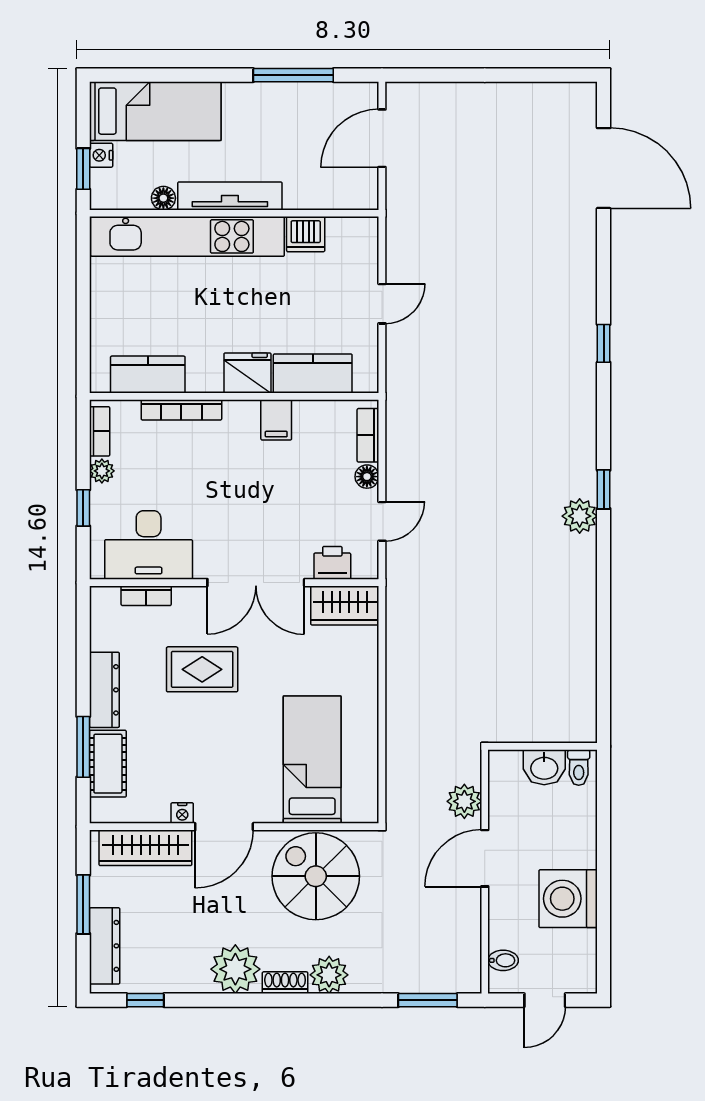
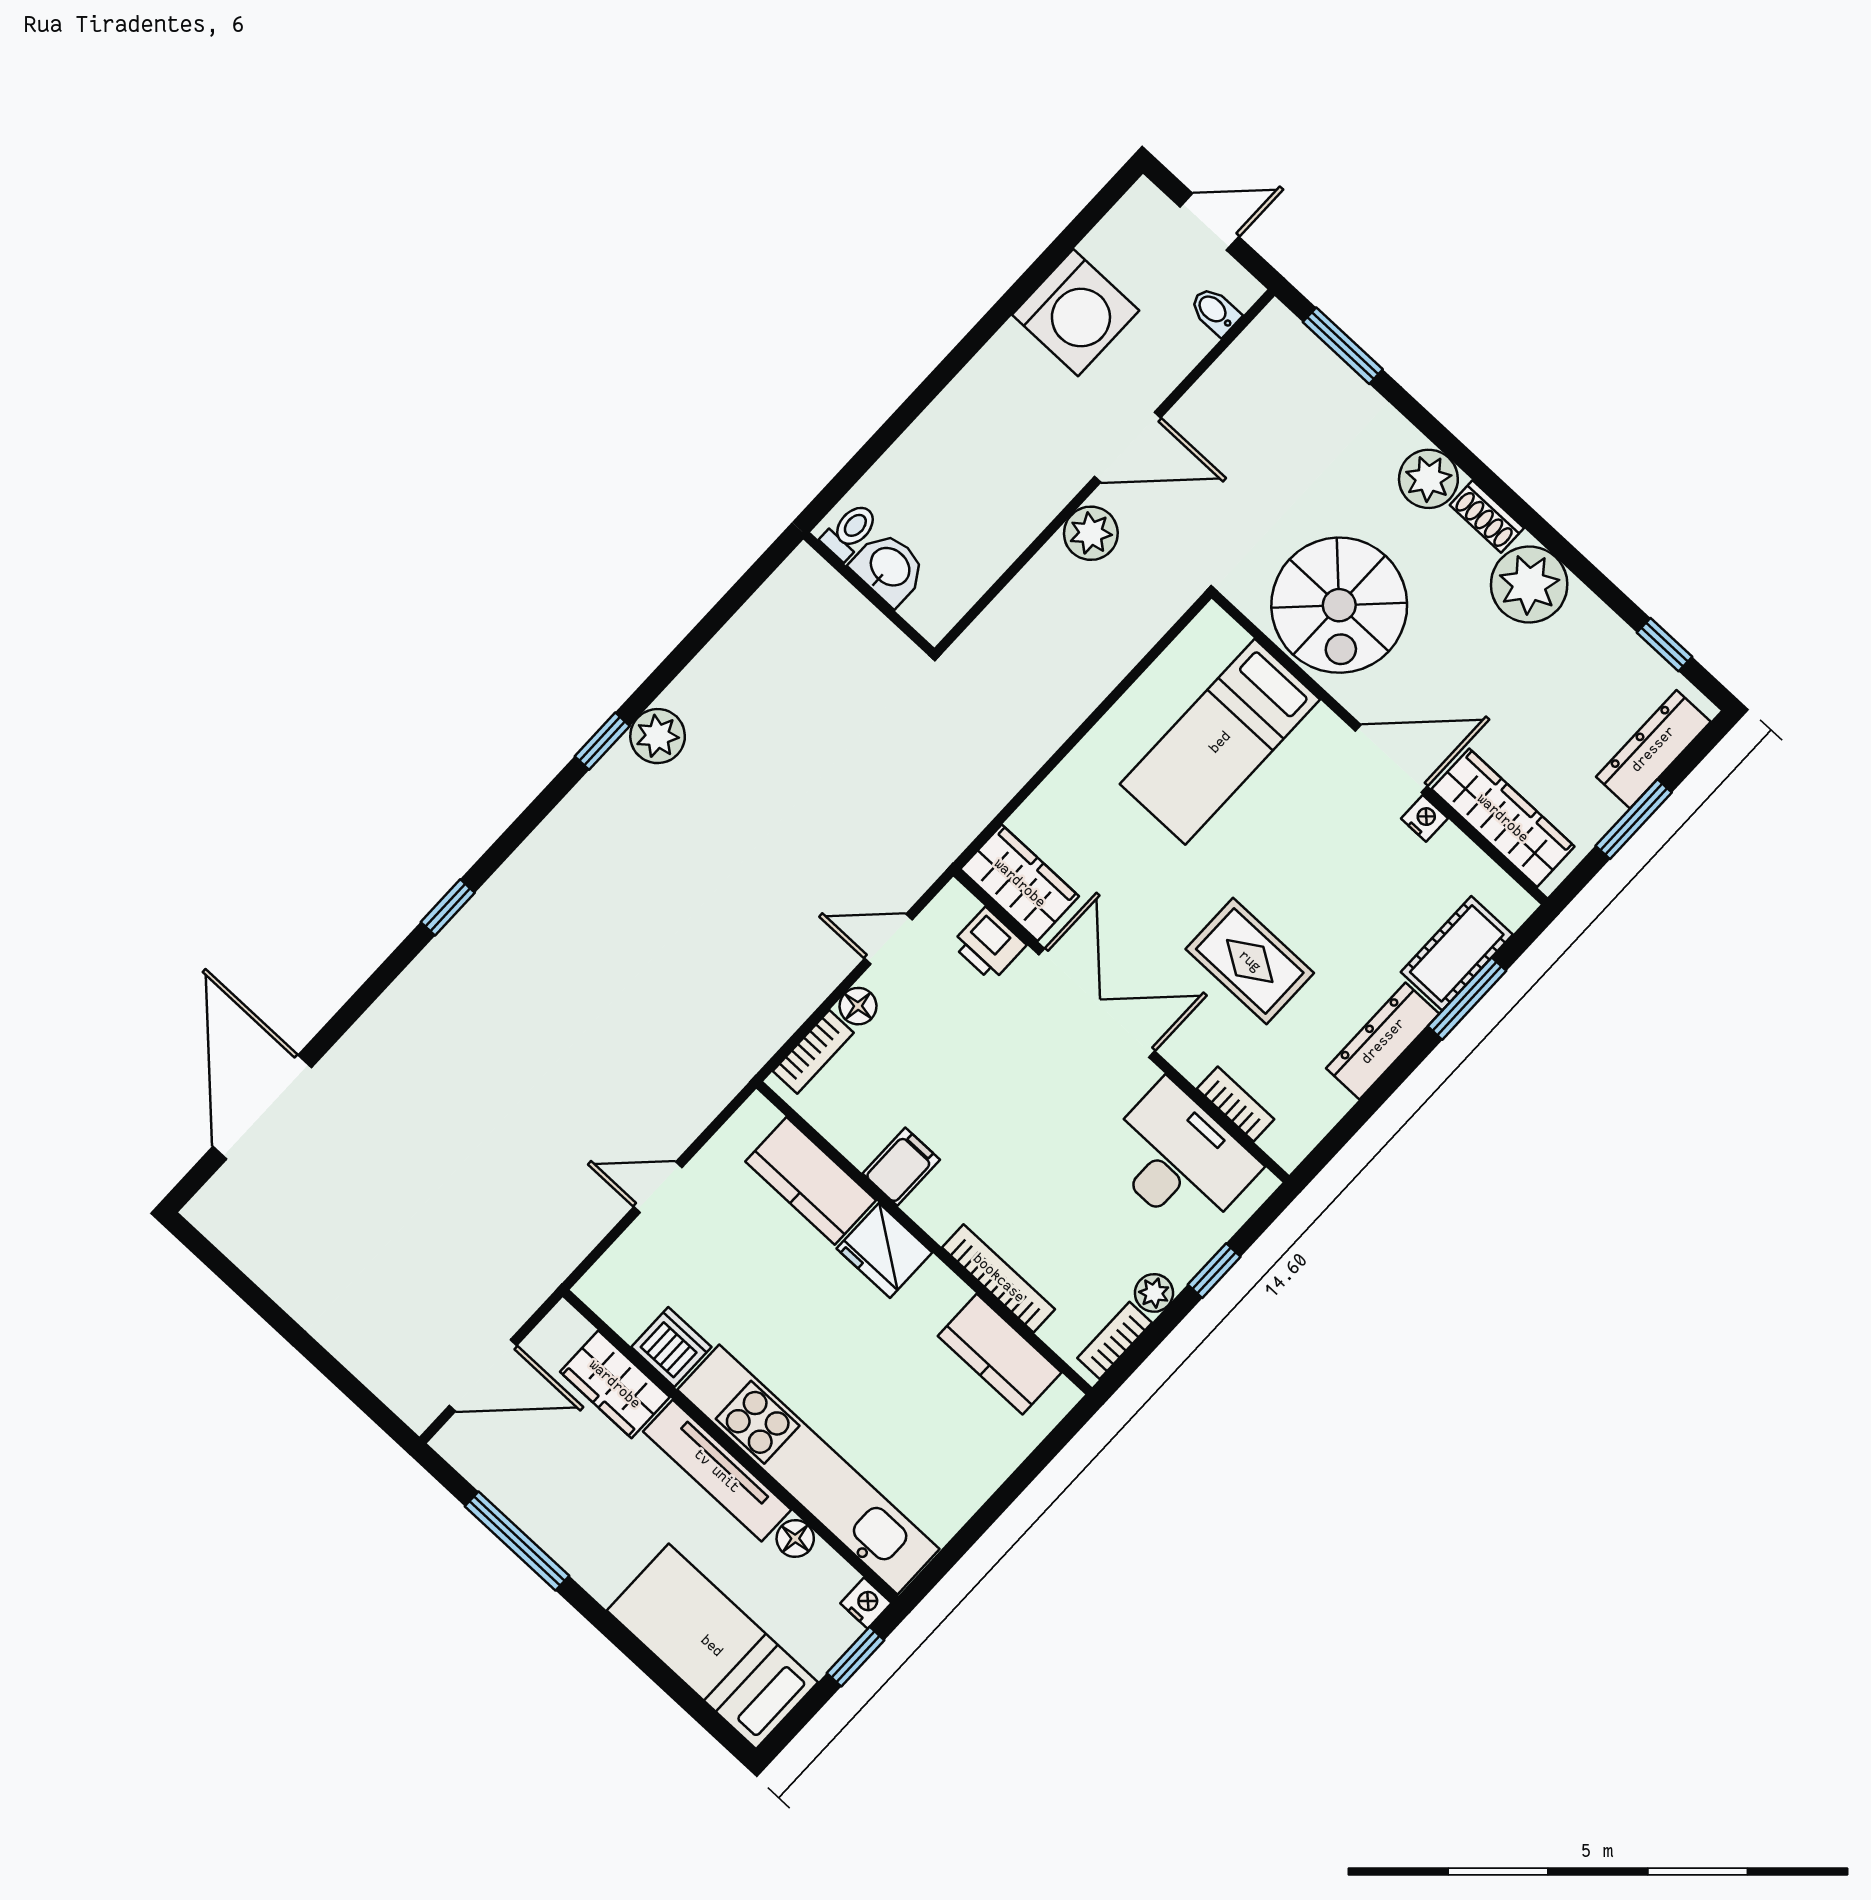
nightstand: (101, 155) -> (866, 1603), moved, turned -90
wardrobe: (316, 192) -> (615, 1384), added
wall: (543, 746) -> (869, 594), moved
washbasin: (544, 767) -> (889, 568), moved
toilet: (579, 768) -> (850, 531), moved

